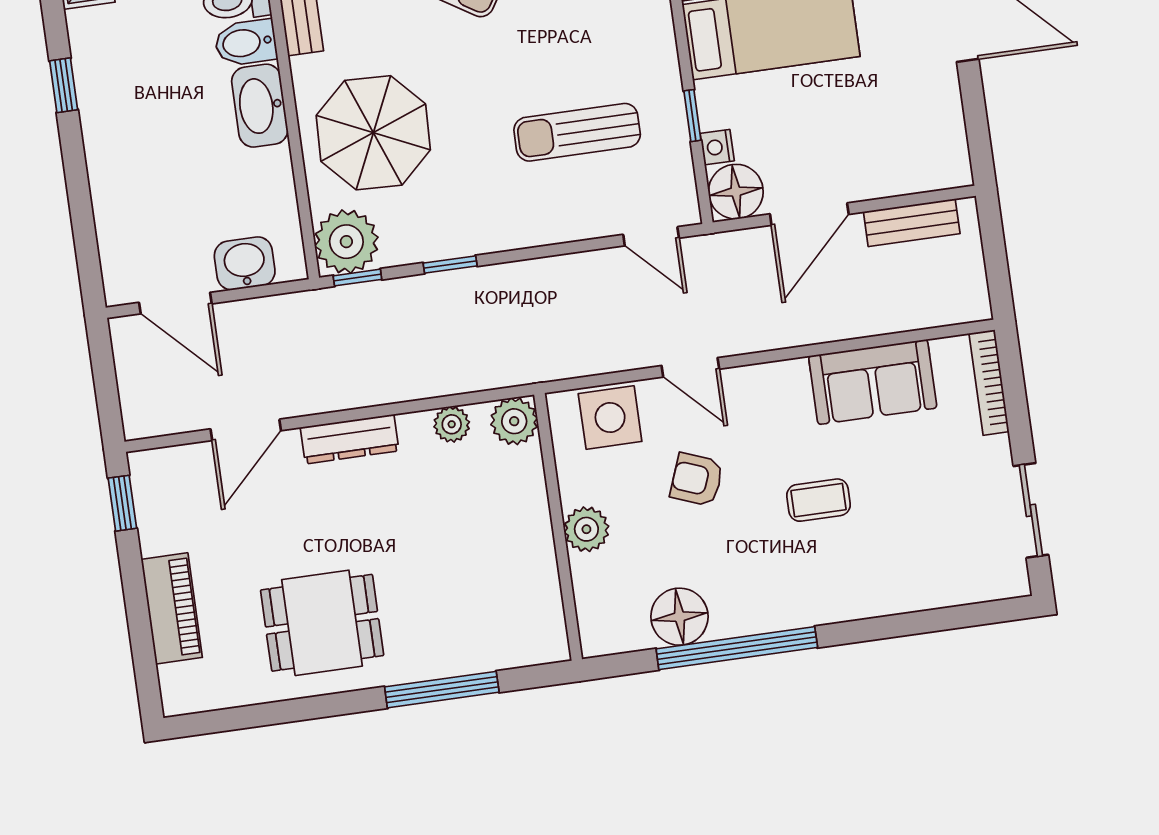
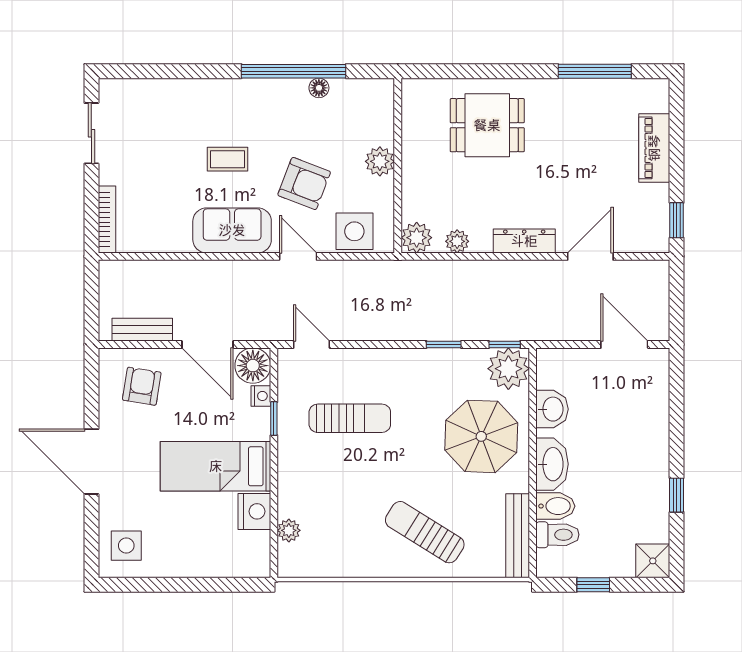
armchair: (900, 137) -> (142, 386), added
door: (809, 214) -> (208, 344), swing flipped
washbasin: (245, 263) -> (552, 409), moved, turned -90
sofa: (873, 382) -> (232, 230), moved
armchair: (697, 480) -> (304, 183), width x1.38, depth x1.38
floor lamp: (679, 617) -> (319, 88), width x0.53, depth x0.53
dining table: (322, 623) -> (487, 125), moved
window: (442, 690) -> (595, 71), moved

